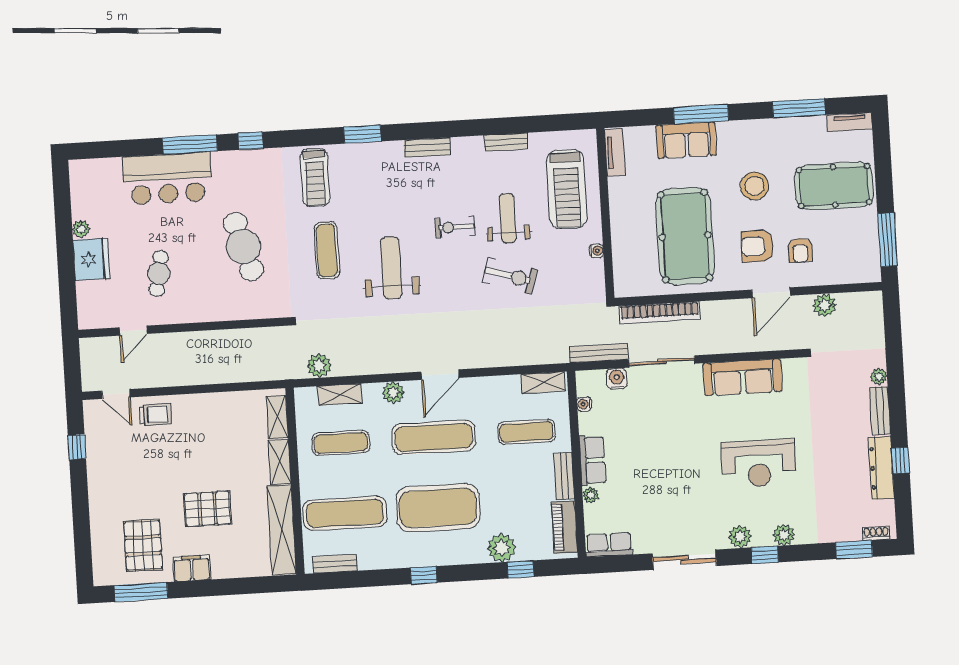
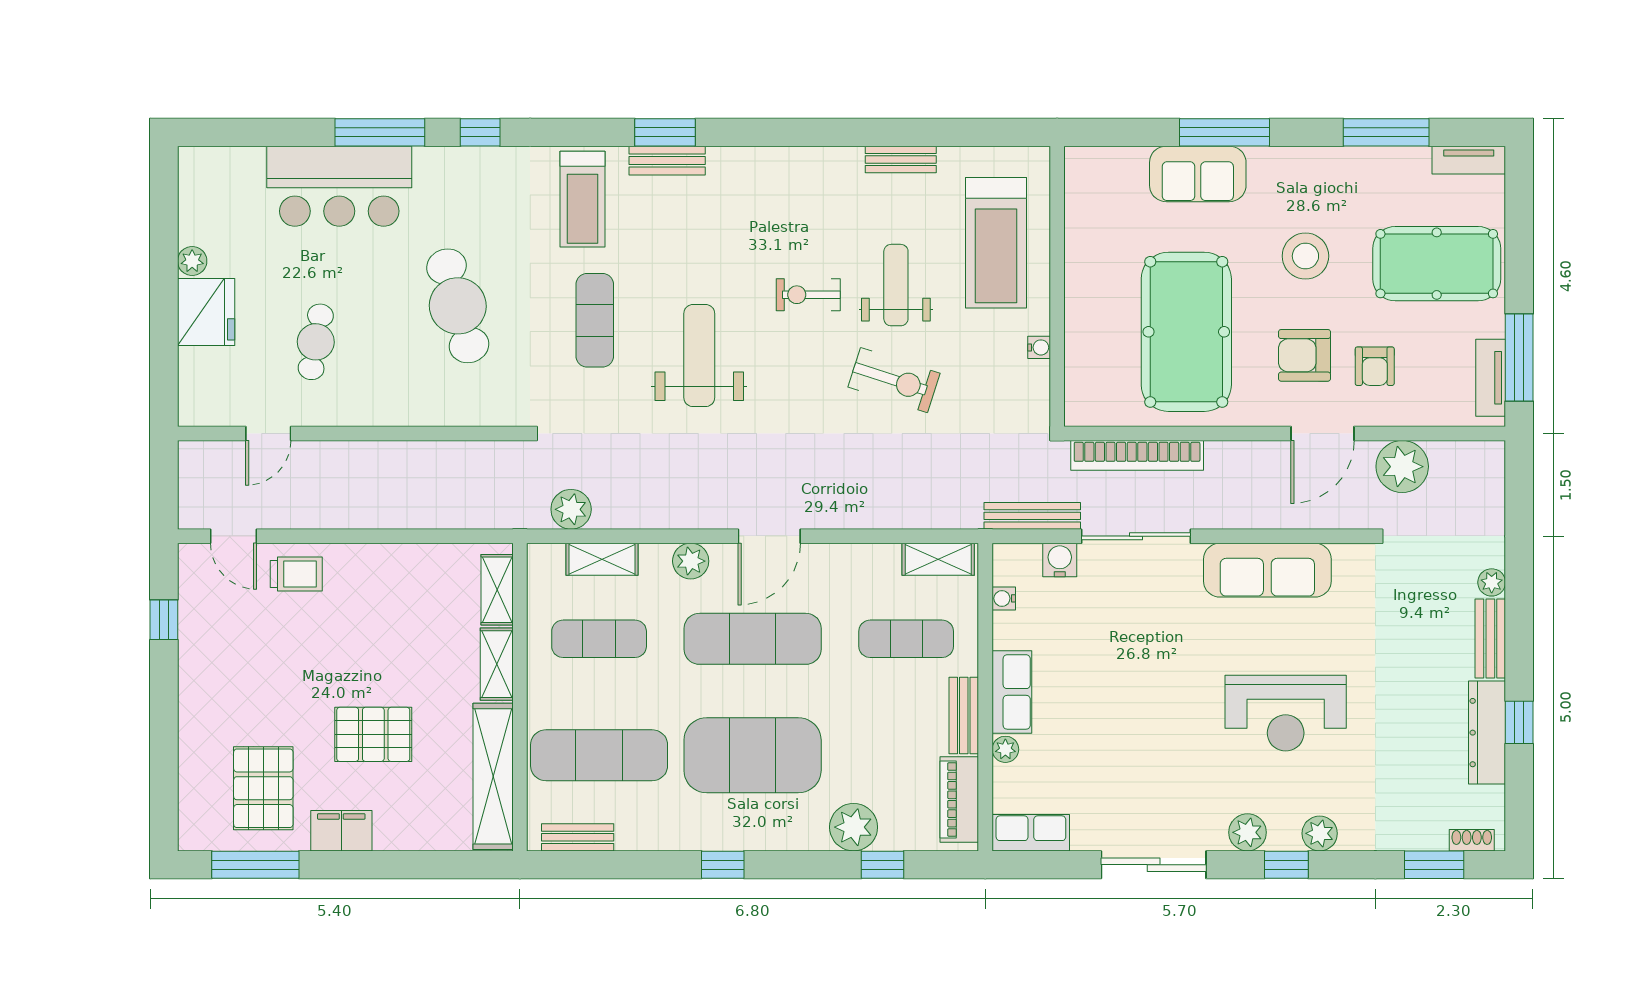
bench: (427, 147) -> (667, 161), moved
tv unit: (615, 153) -> (1491, 378), moved, turned 180
plant: (824, 305) -> (1402, 467), width x1.36, depth x1.36

